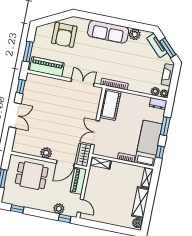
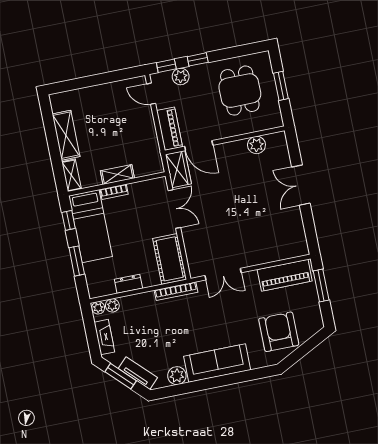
window: (21, 87) -> (310, 230), removed
dresser: (158, 104) -> (128, 284), moved
plant: (46, 153) -> (256, 145), moved
shelving: (101, 163) -> (117, 174), moved
door: (65, 164) -> (199, 146), swing flipped
dining table: (32, 176) -> (240, 91), moved, turned 90
window: (17, 209) -> (198, 59), moved
boiler: (138, 223) -> (58, 104), removed

